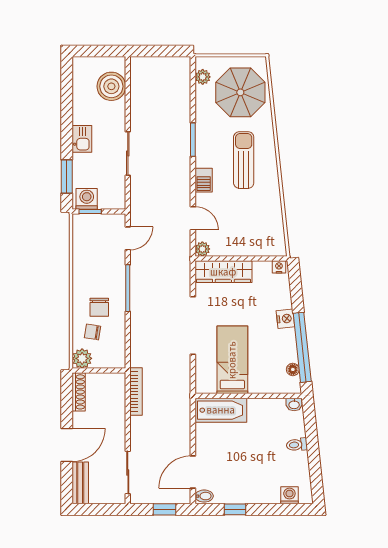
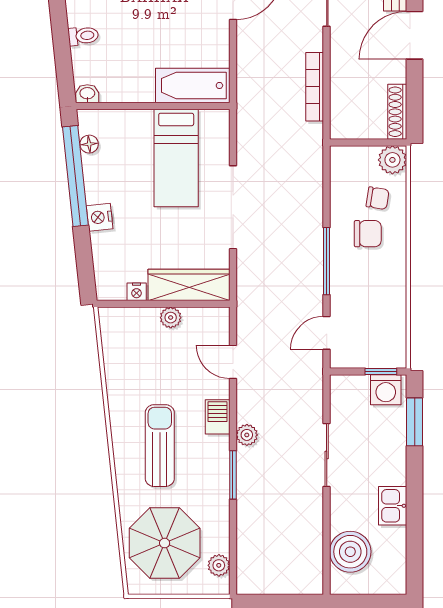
kitchen sink: (82, 139) -> (393, 506), moved
sun lounger: (244, 160) -> (160, 446), turned 180
plant: (183, 167) -> (247, 435), added
plant: (202, 249) -> (171, 318), moved
nightstand: (279, 267) -> (137, 292), moved
chair: (99, 307) -> (368, 234), turned 90
bookcase: (136, 392) -> (315, 87), moved

